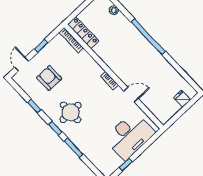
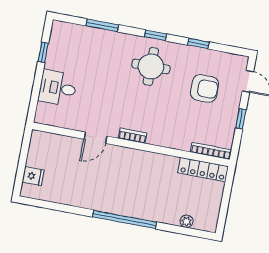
desk: (130, 136) -> (58, 88), width x0.53, depth x0.77
window: (74, 148) -> (102, 25), moved

